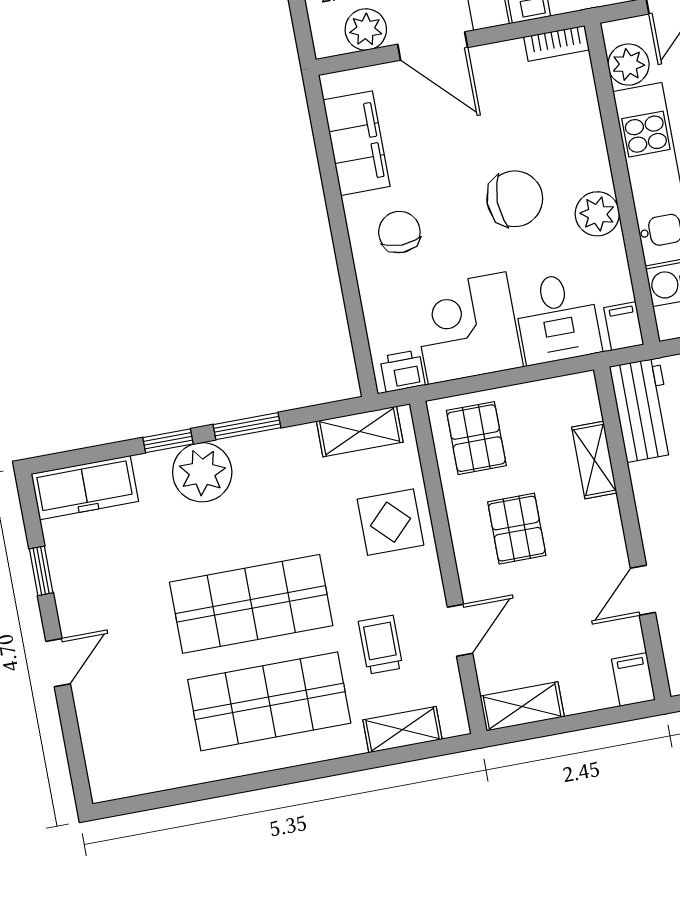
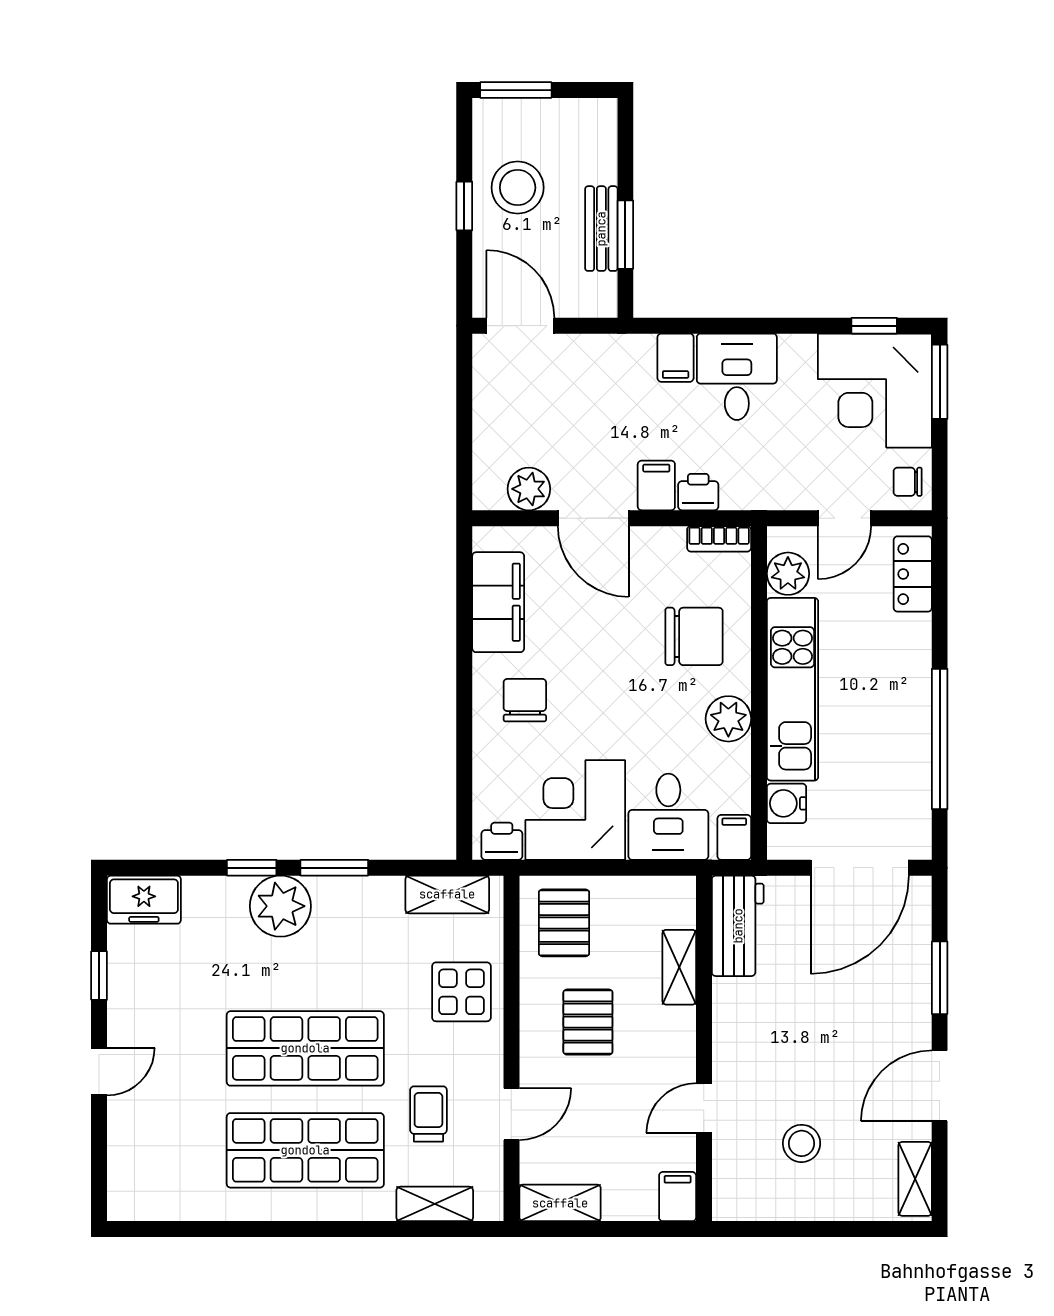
chair: (515, 199) -> (694, 636), moved
freezer: (85, 488) -> (144, 900), width x0.71

